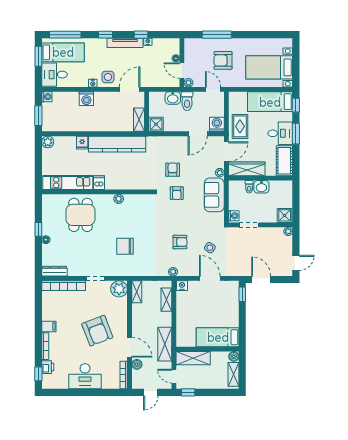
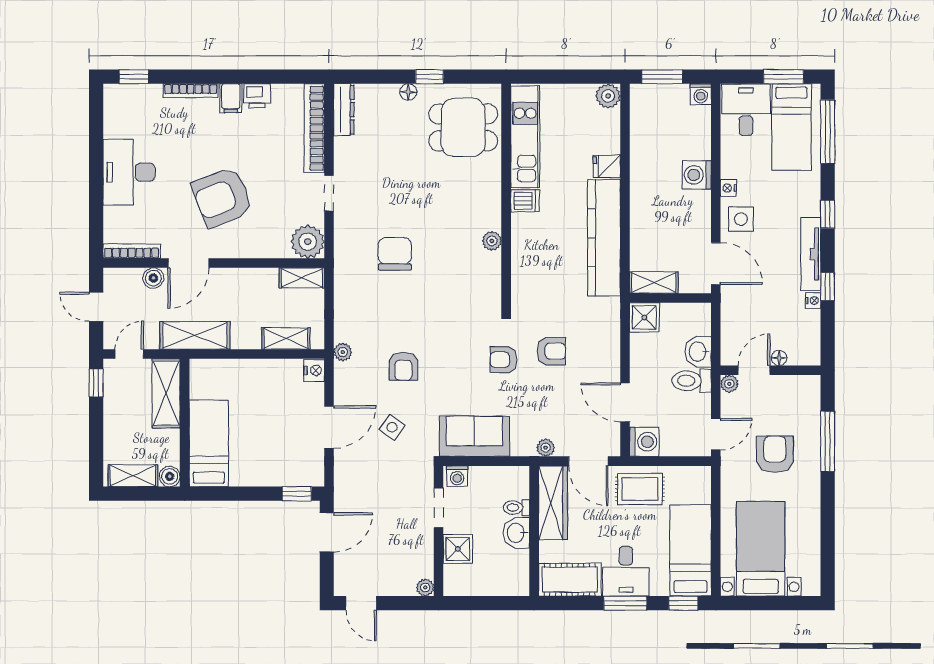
sofa: (214, 195) -> (474, 436), moved
dining table: (80, 215) -> (463, 127), moved
shower: (285, 215) -> (458, 549), moved
printer: (48, 367) -> (257, 96), moved

